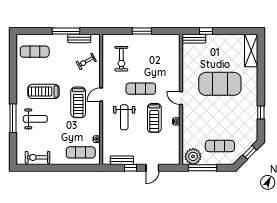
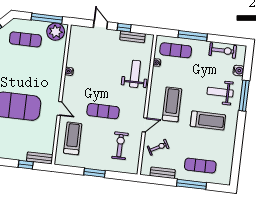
window: (66, 31) -> (192, 184), moved
exercise mat: (35, 52) -> (200, 166), moved
door: (101, 95) -> (145, 125), moved
door: (181, 98) -> (59, 108), moved
weight bench: (124, 117) -> (135, 74), moved
treadmill: (154, 118) -> (73, 138), moved
water cooler: (21, 141) -> (238, 71), added
window: (67, 168) -> (193, 36), added
door: (152, 168) -> (101, 25), hinge flipped

